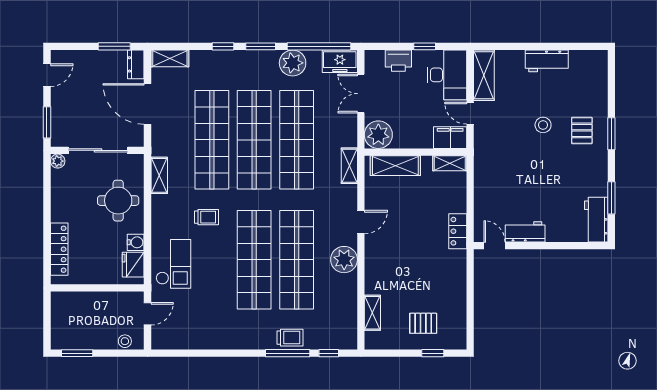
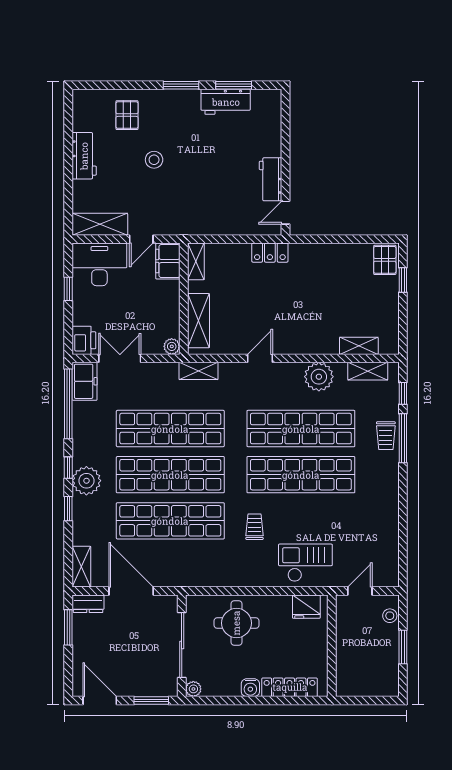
window: (261, 46) -> (68, 468), width x0.67
printer: (398, 61) -> (84, 340), moved
plant: (293, 63) -> (86, 481), moved
door: (47, 75) -> (100, 701), width x1.38
double door: (361, 94) -> (120, 358), swing flipped
door: (148, 104) -> (131, 591), swing flipped
pallet: (582, 130) -> (127, 115), moved, turned 90
window: (611, 134) -> (181, 85), moved
plant: (378, 135) -> (172, 346), width x0.53, depth x0.53
shelving: (159, 175) -> (368, 371), moved
workbench: (596, 220) -> (226, 102), moved
door: (361, 222) -> (260, 358), hinge flipped
water cooler: (136, 242) -> (250, 688), moved, turned 180
plant: (344, 260) -> (319, 377), moved
door: (148, 314) -> (360, 591), hinge flipped
pallet: (423, 323) -> (385, 260), moved
trolley: (290, 338) -> (386, 436), turned 180
window: (77, 353) -> (403, 647), moved

